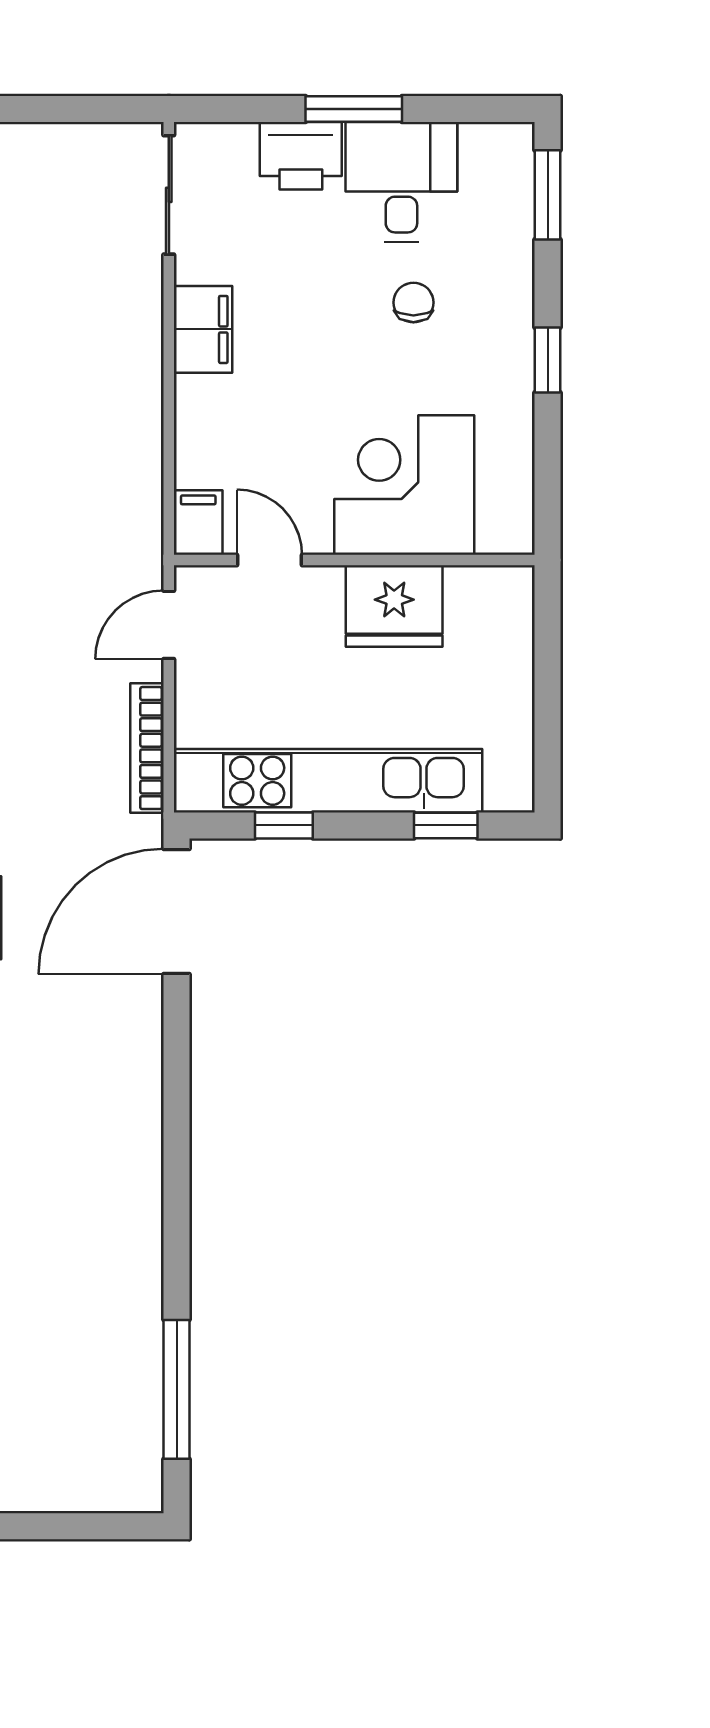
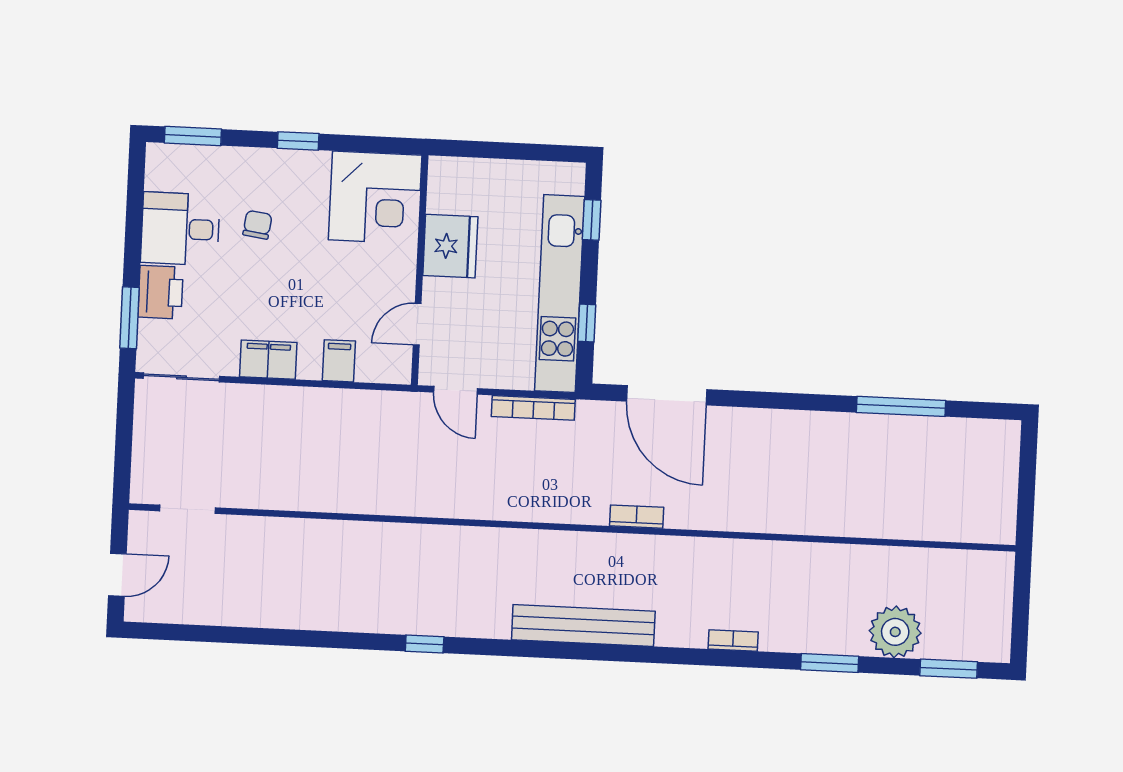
window: (354, 109) -> (130, 318), moved
chair: (413, 303) -> (257, 225), turned 98
corner desk: (404, 485) -> (375, 197), moved, turned -90
filing cabinet: (198, 523) -> (339, 361), moved, turned 90
door: (177, 911) -> (667, 395), moved
window: (177, 1389) -> (901, 406), moved

